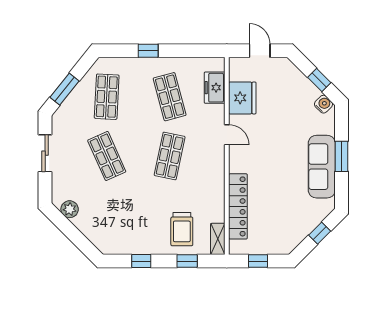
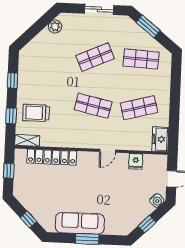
window: (148, 51) -> (175, 93), removed
freezer: (215, 88) -> (160, 139), moved, turned -90
fridge: (242, 98) -> (136, 161), width x0.53, depth x0.75
water cooler: (324, 104) -> (157, 200), moved

